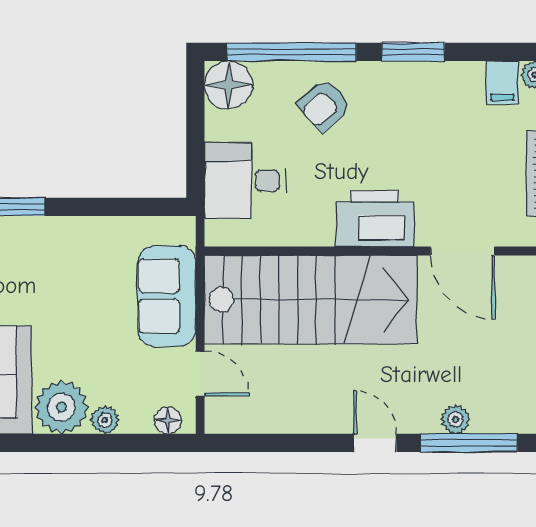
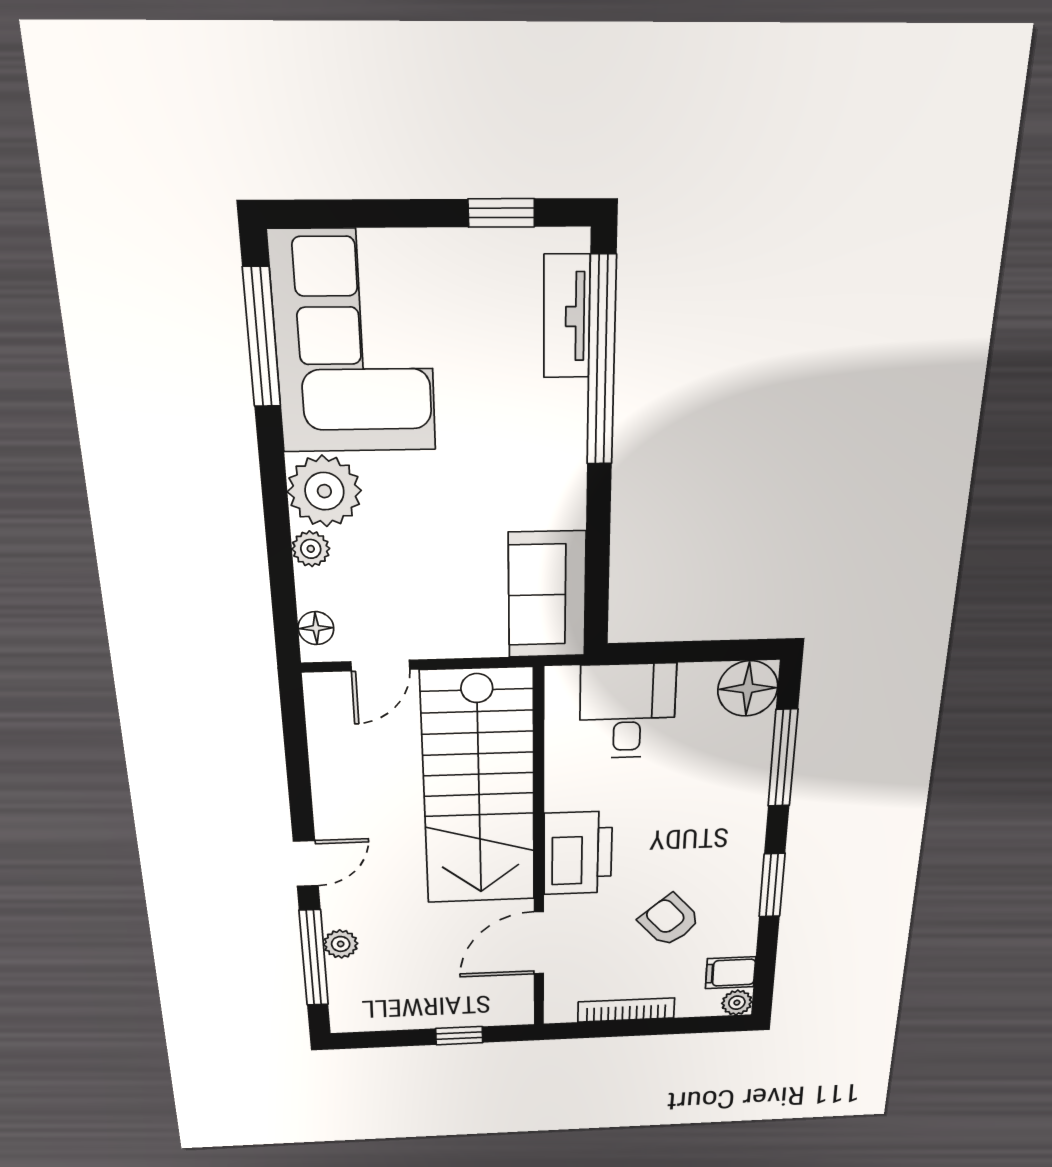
window: (292, 52) -> (783, 758), width x0.68
armchair: (324, 105) -> (669, 920), moved
sofa: (167, 296) -> (547, 595), moved, turned -90

